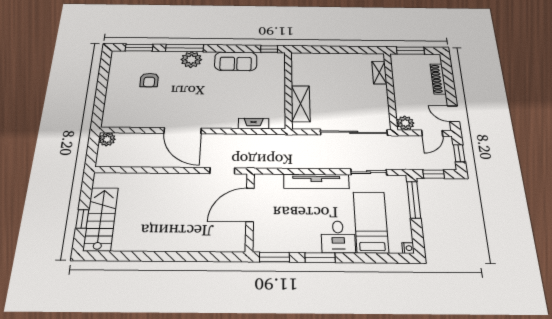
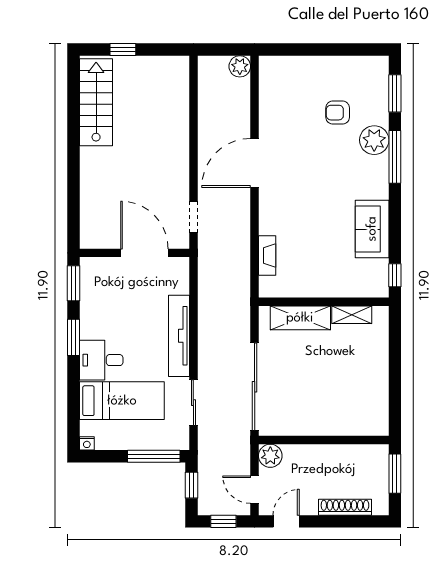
plant: (191, 60) -> (374, 140), moved
shelving: (379, 73) -> (352, 315), moved
stairs: (101, 219) -> (96, 102), moved, turned -90

